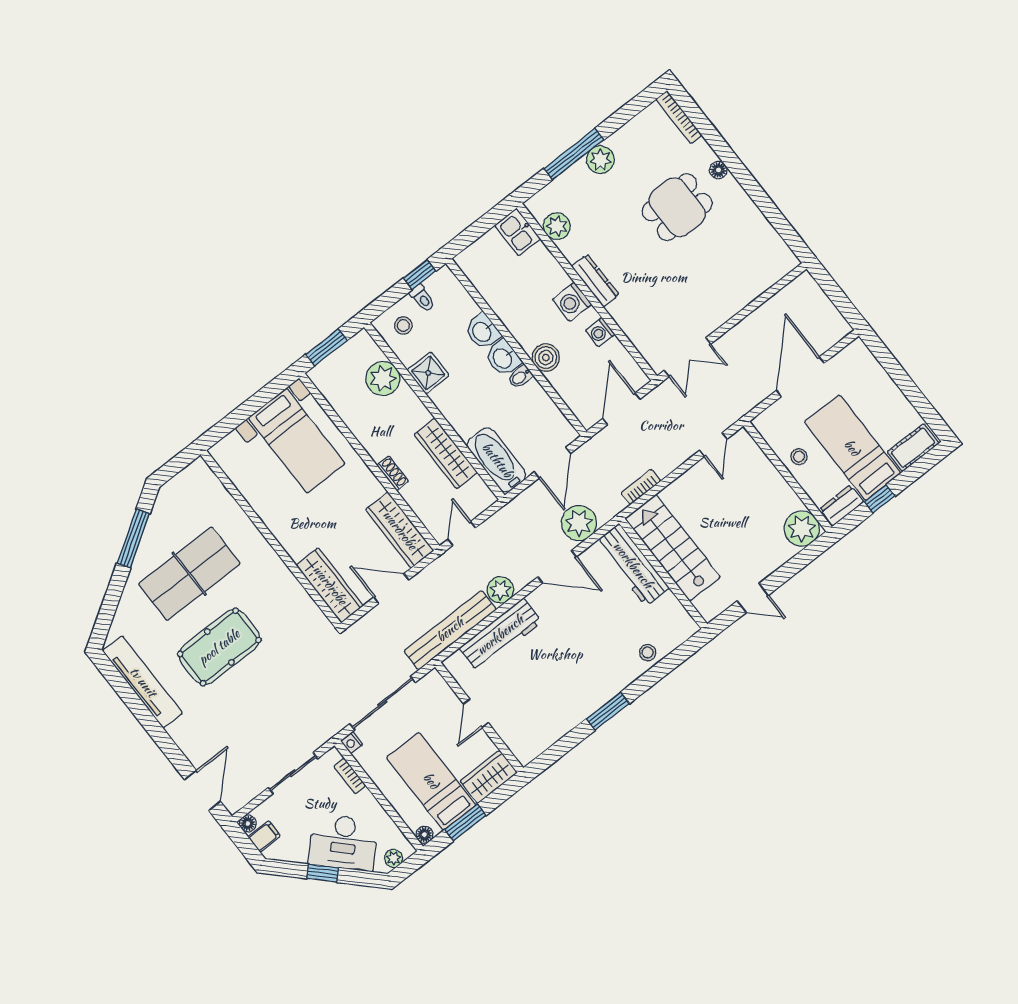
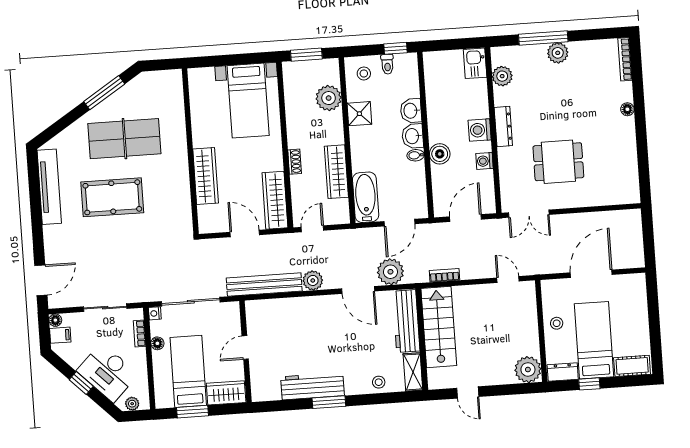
dining table: (677, 207) -> (558, 162), moved
door: (713, 445) -> (508, 279), swing flipped
wardrobe: (330, 585) -> (206, 176), moved
shelving: (678, 616) -> (413, 372), added
workbench: (500, 635) -> (312, 386), moved, turned 180
floor lamp: (424, 835) -> (157, 343), moved

